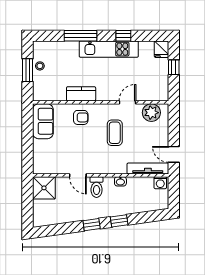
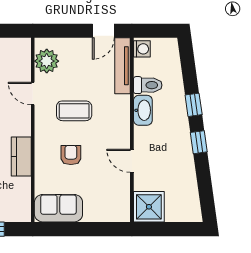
armchair: (81, 117) -> (71, 155), moved
door: (78, 175) -> (132, 161), swing flipped
washbasin: (120, 181) -> (143, 110), width x1.91, depth x1.45
toilet: (97, 187) -> (148, 85), moved

